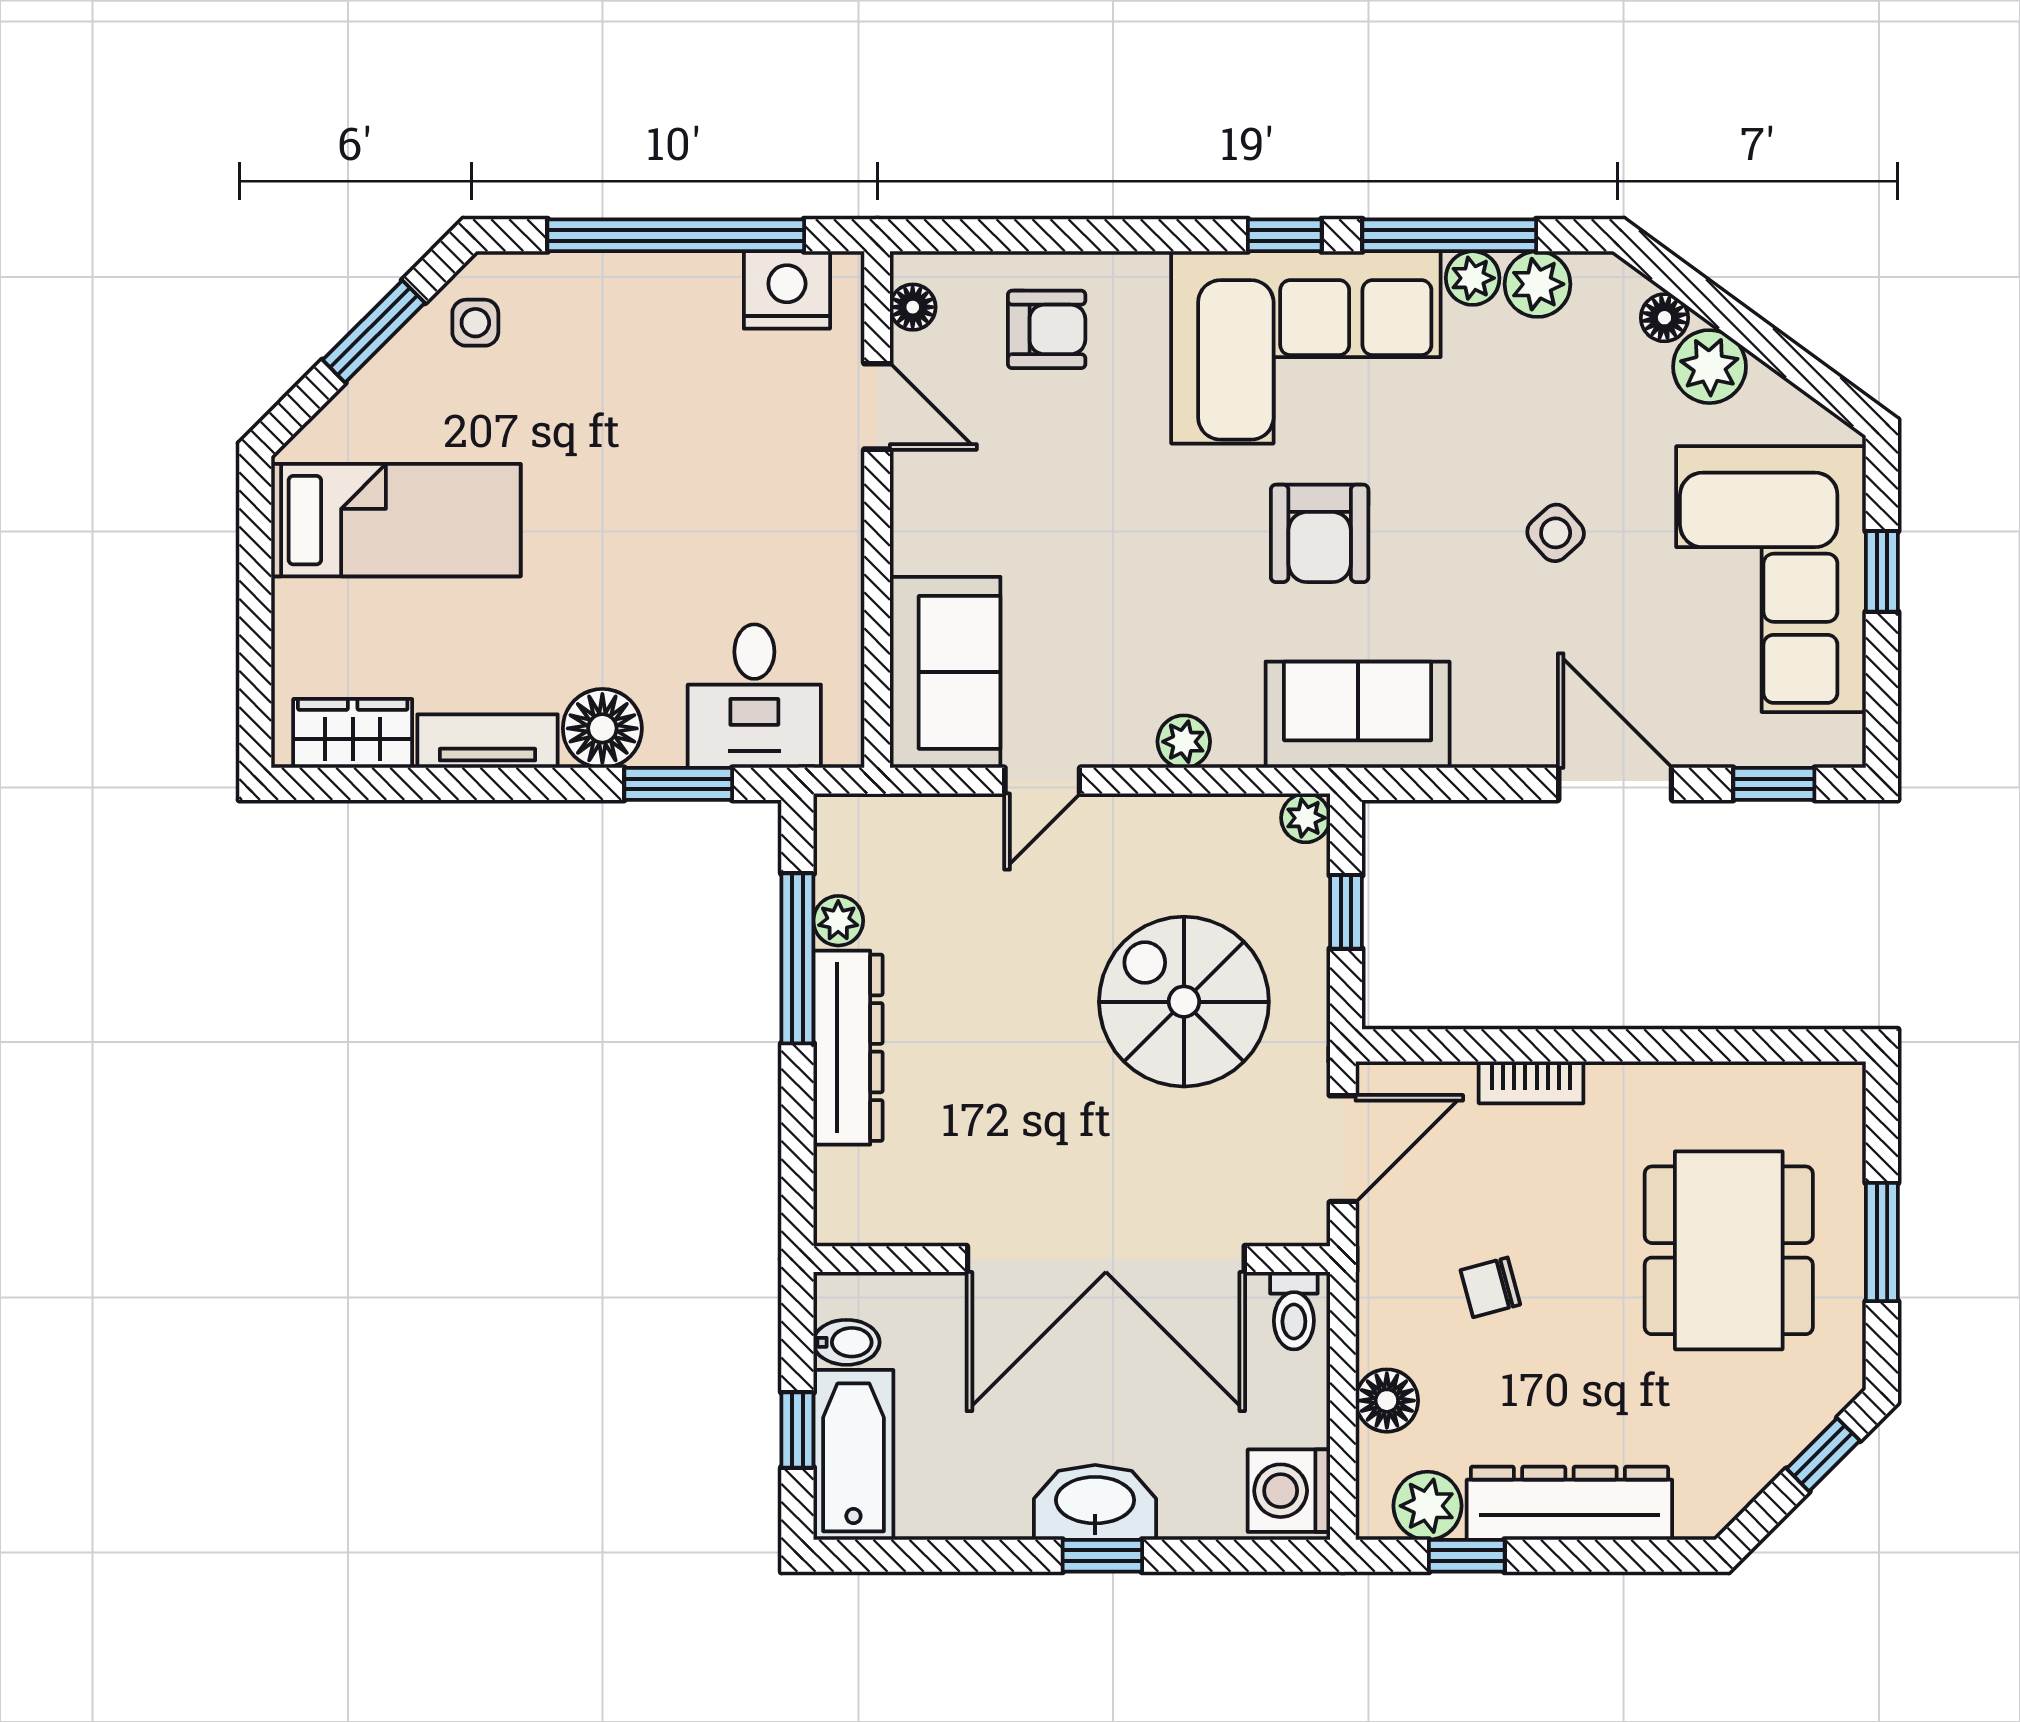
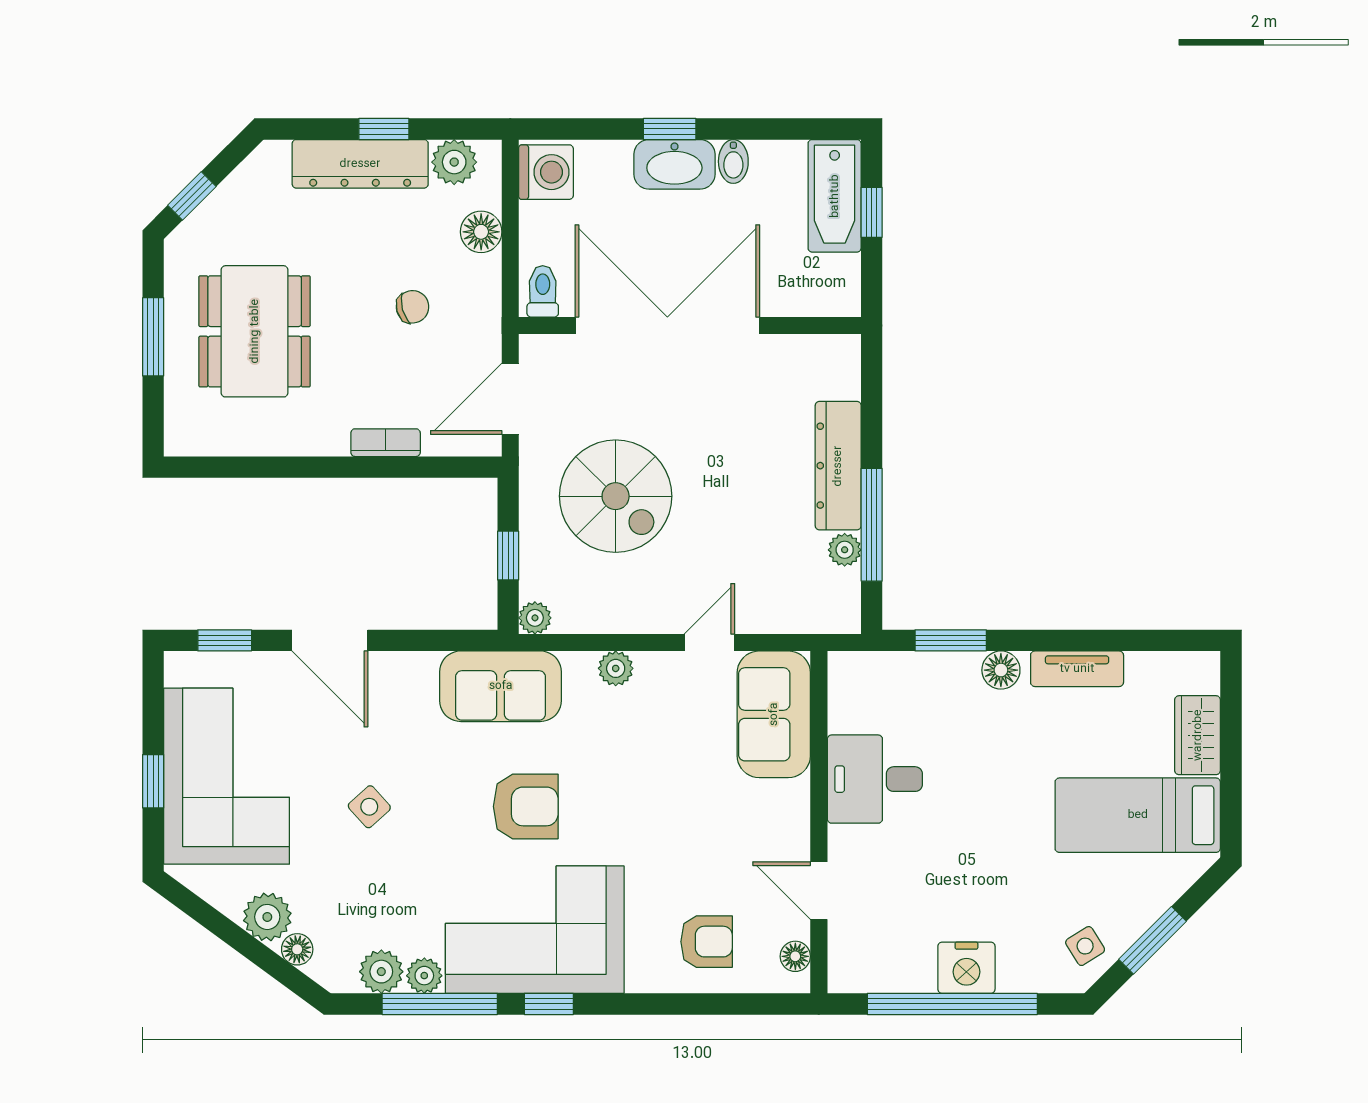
nightstand: (787, 290) -> (966, 968), moved
side table: (475, 323) -> (1085, 946), turned -32
armchair: (1047, 329) -> (707, 942), turned 180
armchair: (1320, 533) -> (526, 806), turned 90
desk: (754, 696) -> (875, 779), moved, turned -90
floor lamp: (602, 728) -> (1001, 670), width x0.73, depth x0.73
wardrobe: (353, 733) -> (1198, 735), moved, turned 90
bidet: (846, 1342) -> (733, 161), moved, turned -90
window: (1467, 1556) -> (384, 129), moved

